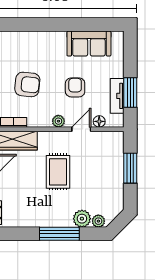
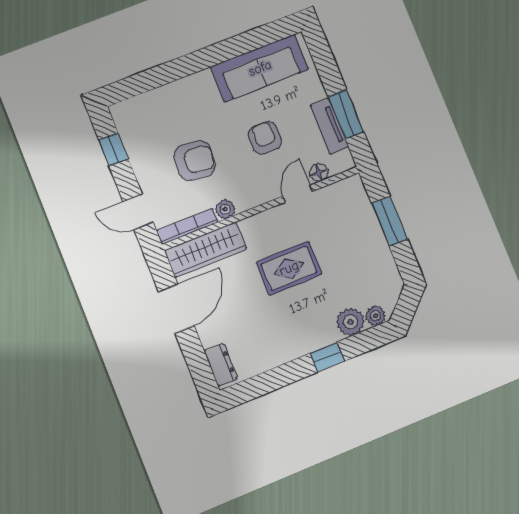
sofa: (89, 44) -> (260, 68), width x1.36
plant: (58, 121) -> (225, 209), moved
rug: (58, 172) -> (289, 268), turned 90
window: (59, 234) -> (327, 357), width x0.46

